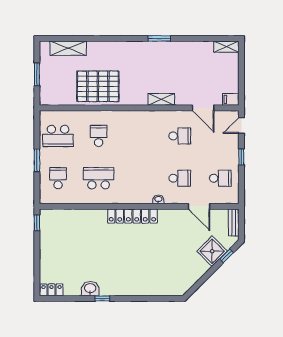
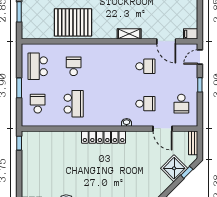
school desk: (58, 136) -> (38, 66), turned 90
school desk: (99, 178) -> (74, 104), turned 90
school desk: (220, 178) -> (181, 104), turned 90

